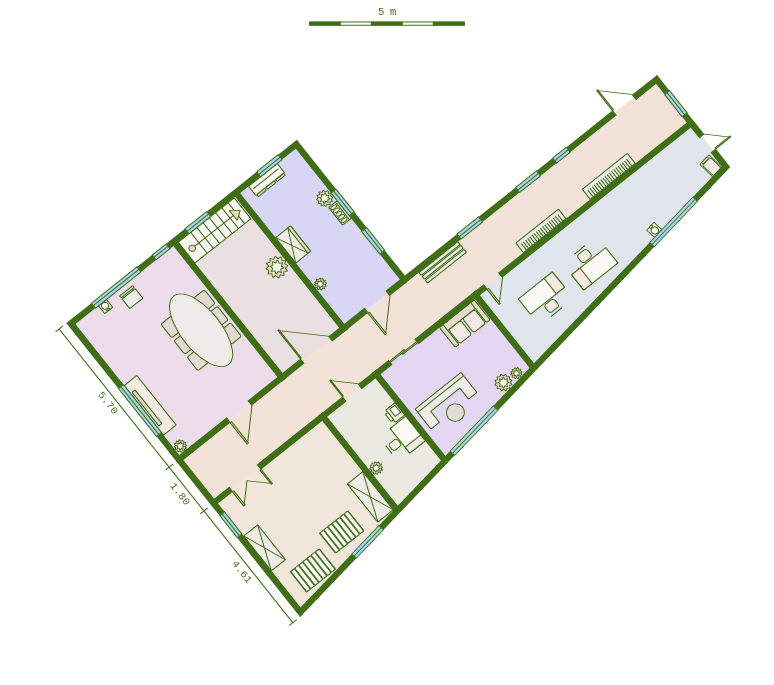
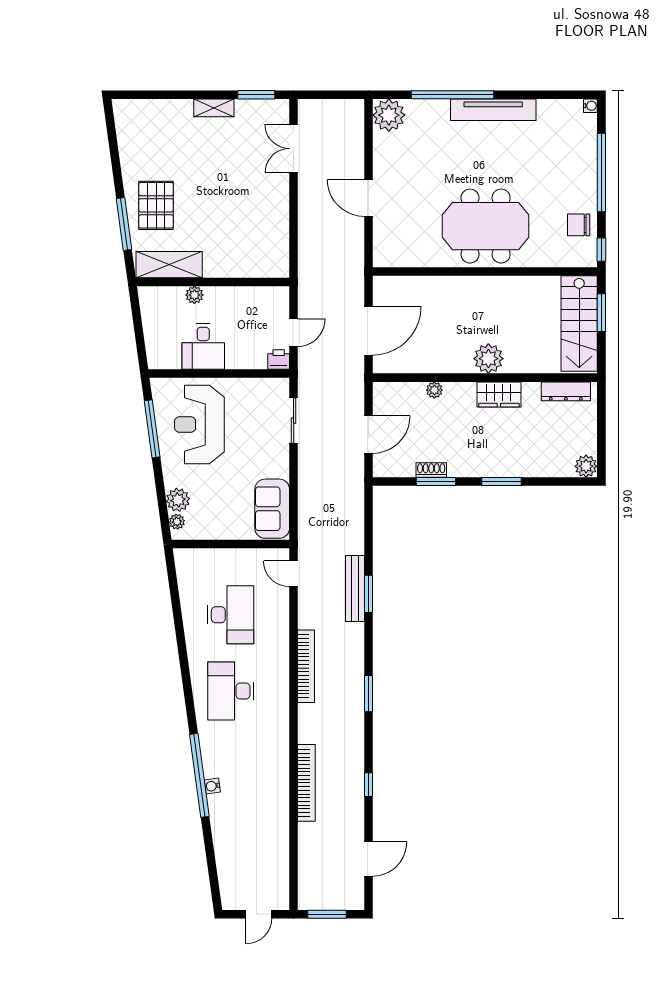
window: (561, 155) -> (368, 785), moved
window: (269, 166) -> (601, 435), removed
filing cabinet: (711, 166) -> (232, 899), removed
dresser: (267, 180) -> (566, 391), moved, turned -90
plant: (325, 198) -> (586, 466), moved
shoe rack: (340, 213) -> (431, 470), moved
window: (674, 222) -> (199, 775), moved
bench: (443, 262) -> (355, 588), moved
chair: (131, 297) -> (579, 225), moved
door: (377, 302) -> (368, 435), swing flipped
water cooler: (106, 306) -> (590, 106), moved
meeting table: (201, 330) -> (486, 226), width x0.73
tv unit: (150, 405) -> (493, 110), moved
printer: (394, 413) -> (279, 359), moved
window: (474, 431) -> (152, 429), width x0.68
plant: (180, 446) -> (389, 115), width x1.88, depth x1.88
shelving: (265, 548) -> (214, 108), width x0.67, depth x0.75
pallet: (313, 570) -> (140, 143), removed

